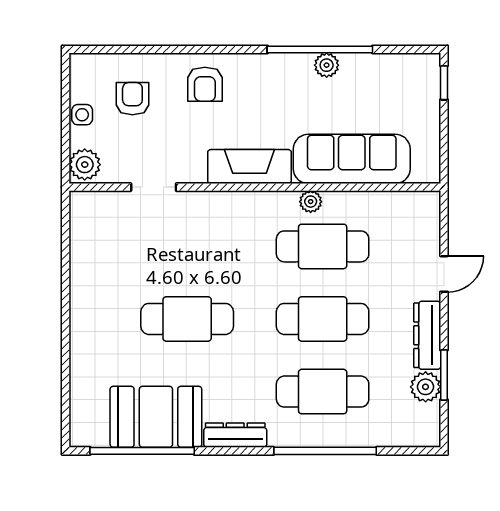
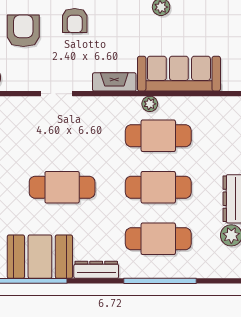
armchair: (132, 99) -> (23, 31), width x1.38, depth x1.38
fireplace: (249, 167) -> (114, 82), width x0.73, depth x0.76
doorway: (154, 187) -> (57, 94), moved

